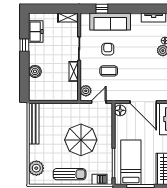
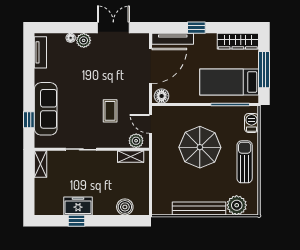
freezer: (36, 32) -> (78, 206), moved
armchair: (108, 49) -> (82, 112), removed
boiler: (35, 71) -> (125, 207), moved
shelving: (74, 71) -> (131, 157), moved
bench: (34, 124) -> (199, 208), moved

